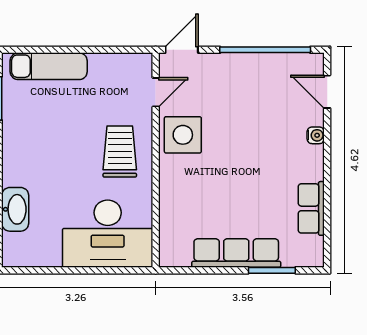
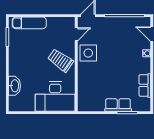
trolley: (120, 152) -> (61, 60), turned -55
row of seats: (236, 253) -> (118, 105), width x0.68

